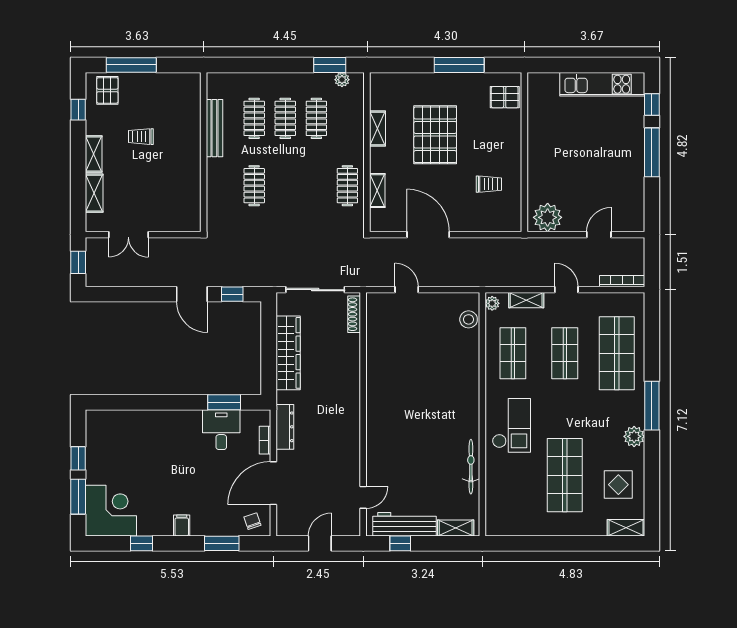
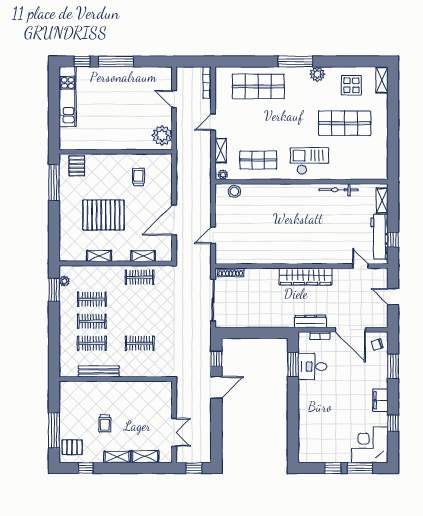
window: (459, 65) -> (54, 182), moved
wardrobe: (288, 353) -> (306, 276), moved, turned 180
shop shelf: (565, 353) -> (258, 123), removed
filing cabinet: (182, 525) -> (380, 400), width x2.00

